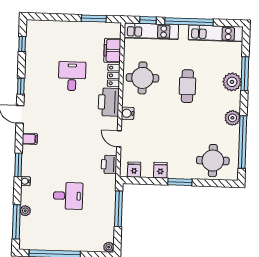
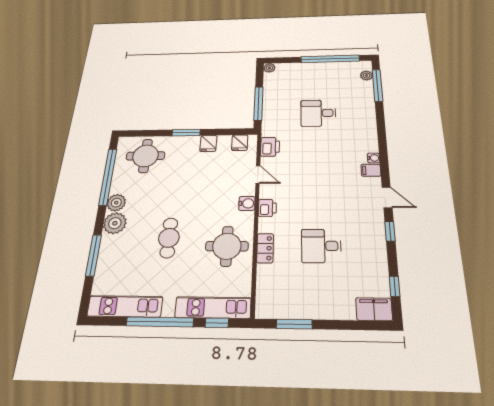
filing cabinet: (112, 51) -> (374, 309), moved, turned -90
desk: (72, 76) -> (321, 246), turned 90
plant: (232, 82) -> (115, 223), moved
printer: (109, 102) -> (267, 208), width x0.53, depth x0.68
window: (18, 165) -> (382, 142), removed
water cooler: (26, 181) -> (374, 158), moved
plant: (25, 211) -> (367, 76), moved

